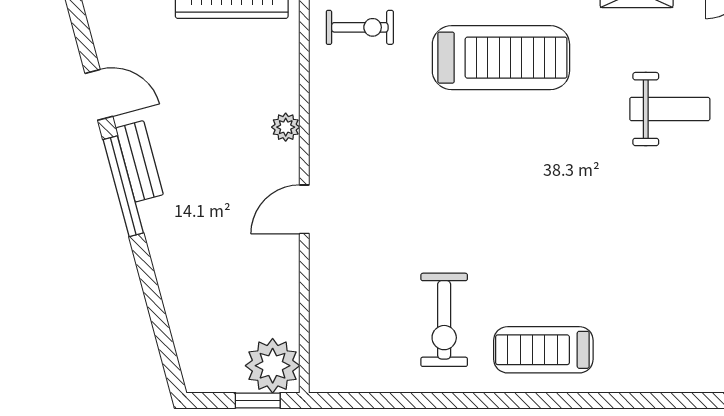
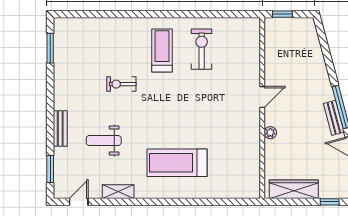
exercise bike: (360, 27) -> (121, 84), moved
treadmill: (543, 350) -> (162, 50), moved, turned -90
plant: (273, 366) -> (276, 29), removed

